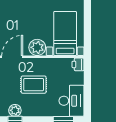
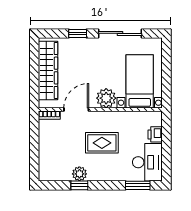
printer: (78, 64) -> (155, 134), moved

